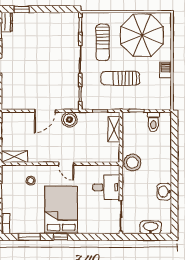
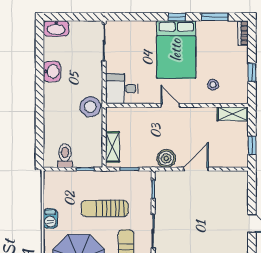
sun lounger: (120, 78) -> (105, 208), turned 180
desk: (106, 187) -> (122, 89), moved
washbasin: (151, 227) -> (56, 28), moved

